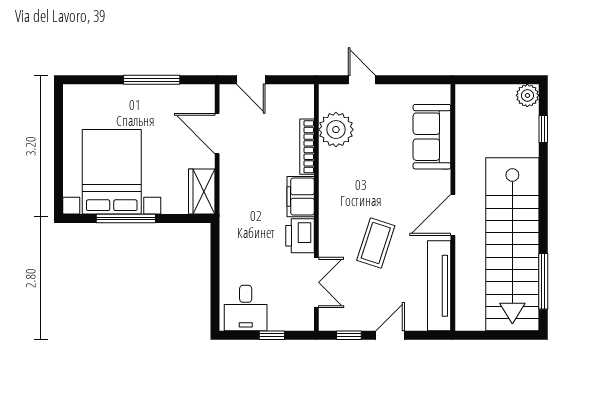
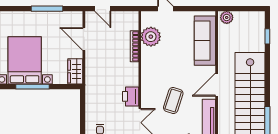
plant: (527, 95) -> (227, 17), moved
sofa: (432, 137) -> (205, 41), width x1.36
filing cabinet: (301, 197) -> (131, 74), removed

